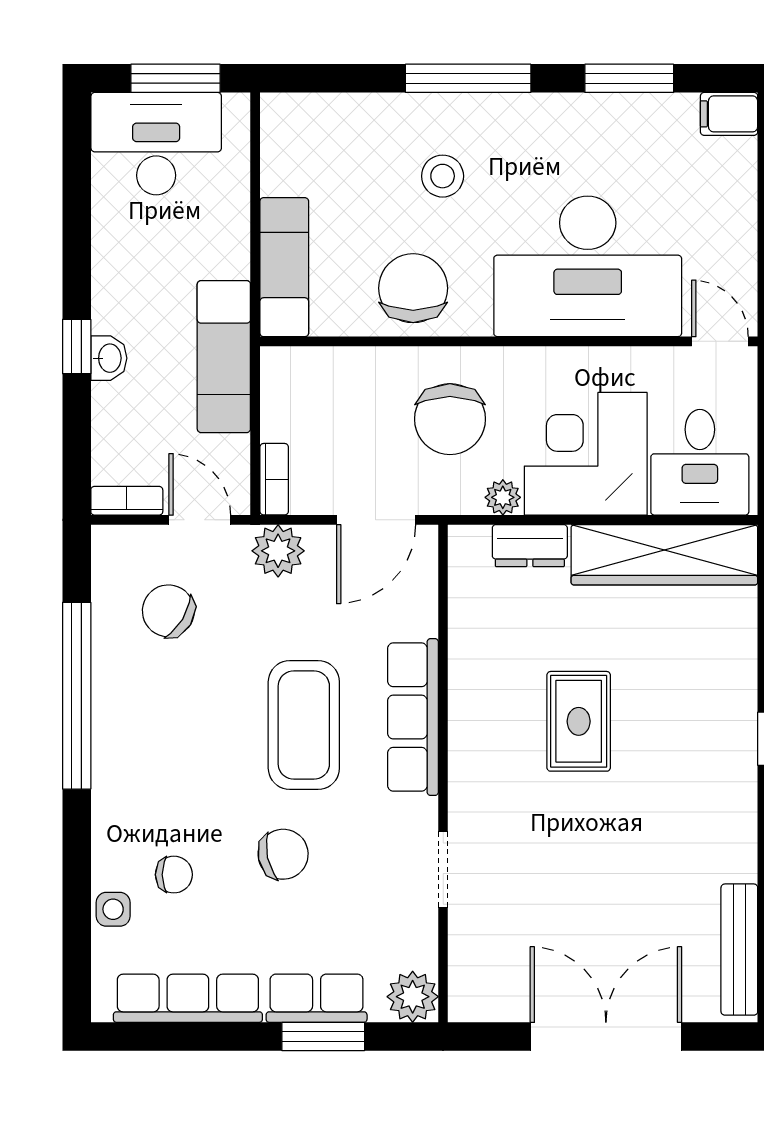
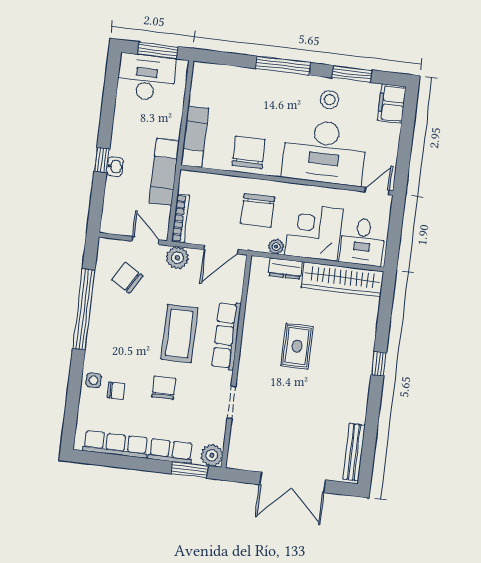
filing cabinet: (729, 114) -> (392, 103), width x2.00
stool: (443, 176) -> (330, 100), moved
door: (720, 341) -> (377, 191), hinge flipped
bookcase: (274, 479) -> (180, 218), width x1.56
bookcase: (127, 501) -> (115, 228), removed
chair: (283, 854) -> (164, 388), turned -78
side table: (113, 909) -> (94, 380), moved
window: (323, 1036) -> (189, 470), moved
double door: (606, 1036) -> (292, 482), swing flipped

